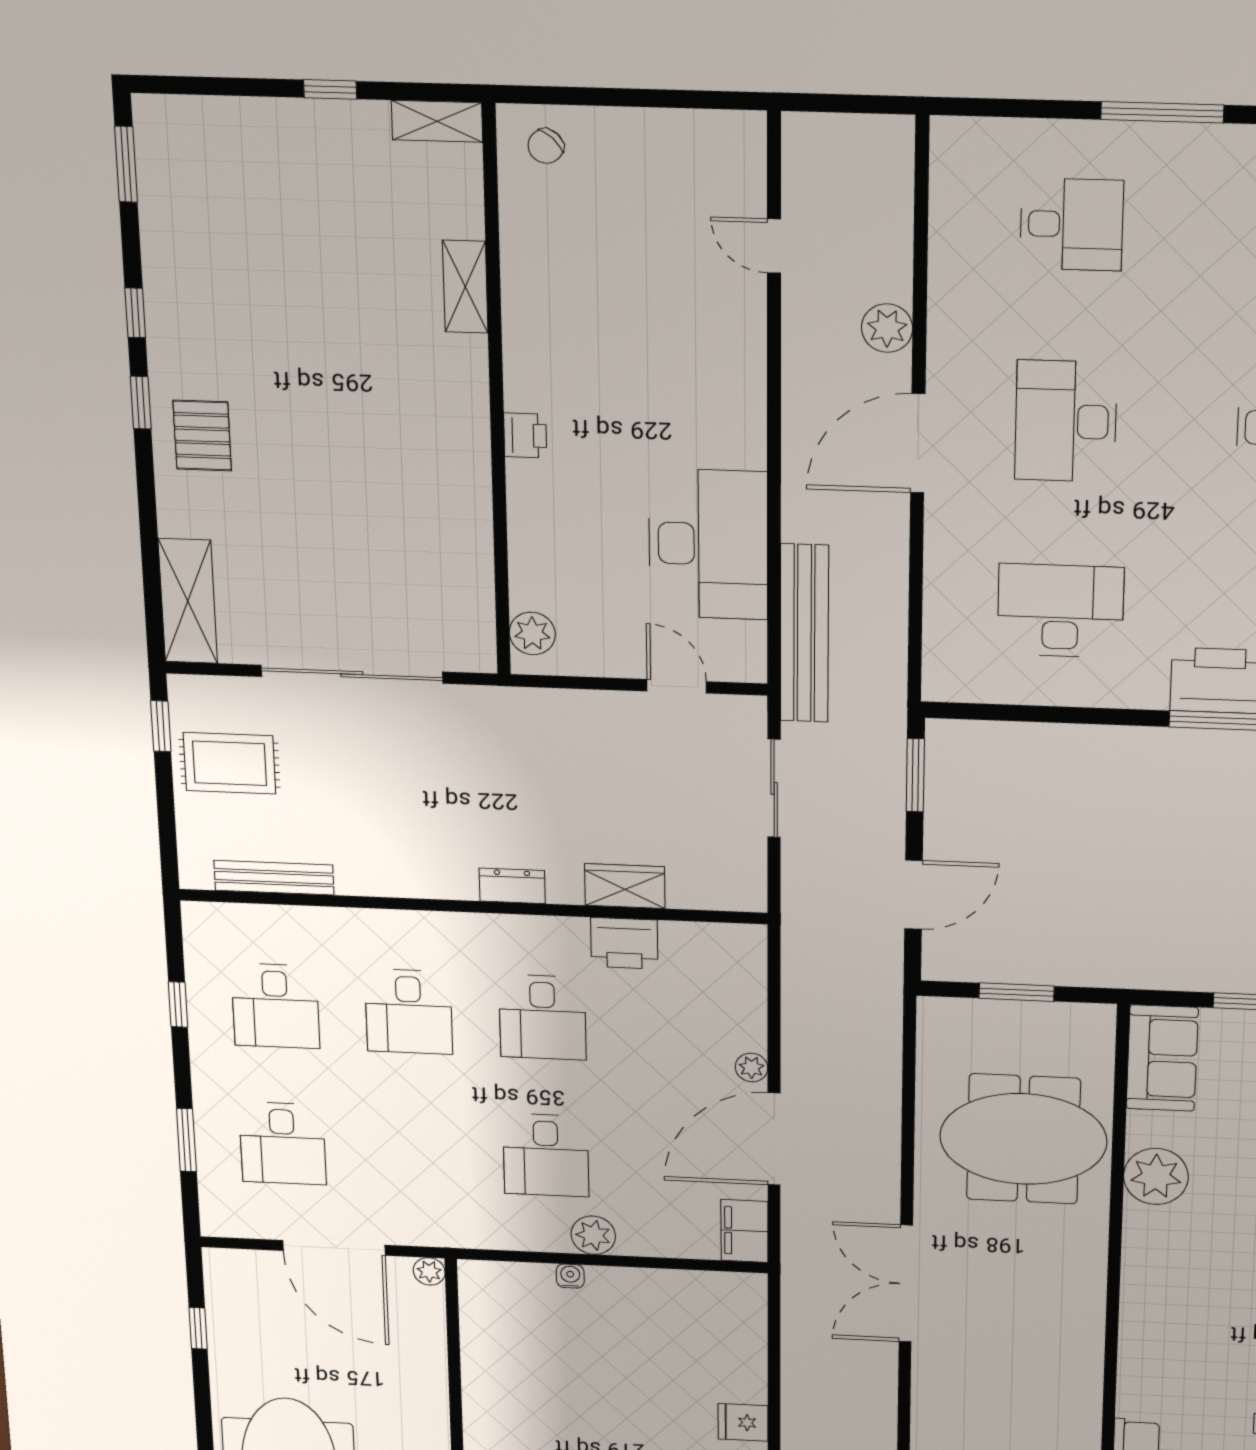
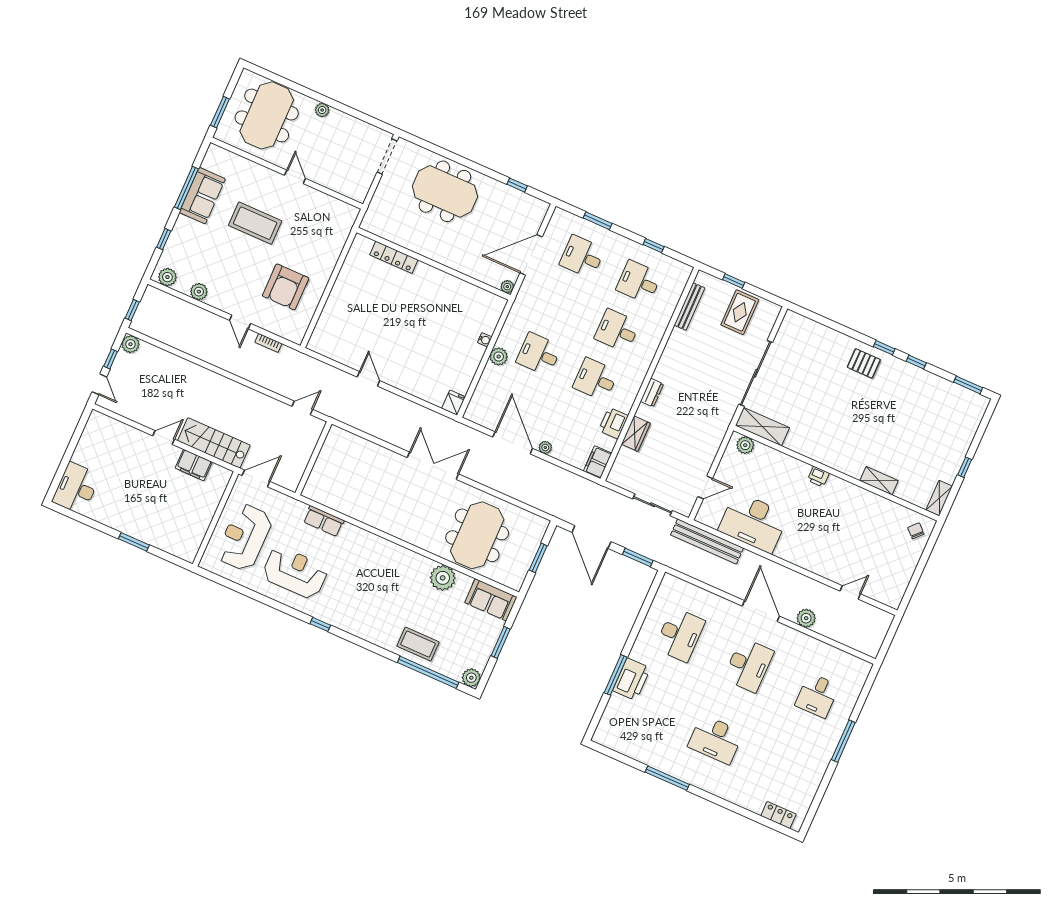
desk: (1066, 421) -> (748, 665), turned 90
shelving: (188, 601) -> (762, 427), moved
window: (161, 726) -> (734, 281), moved
door: (914, 895) -> (591, 537), width x1.36
filing cabinet: (744, 1231) -> (598, 462), moved, turned -90
fridge: (743, 1422) -> (454, 403), moved

